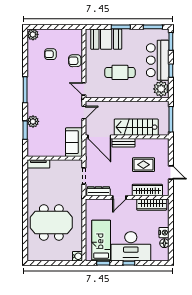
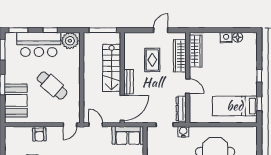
cafe table: (120, 72) -> (52, 86), turned -49
desk: (131, 246) -> (241, 74), removed
water cooler: (77, 256) -> (183, 132), moved

